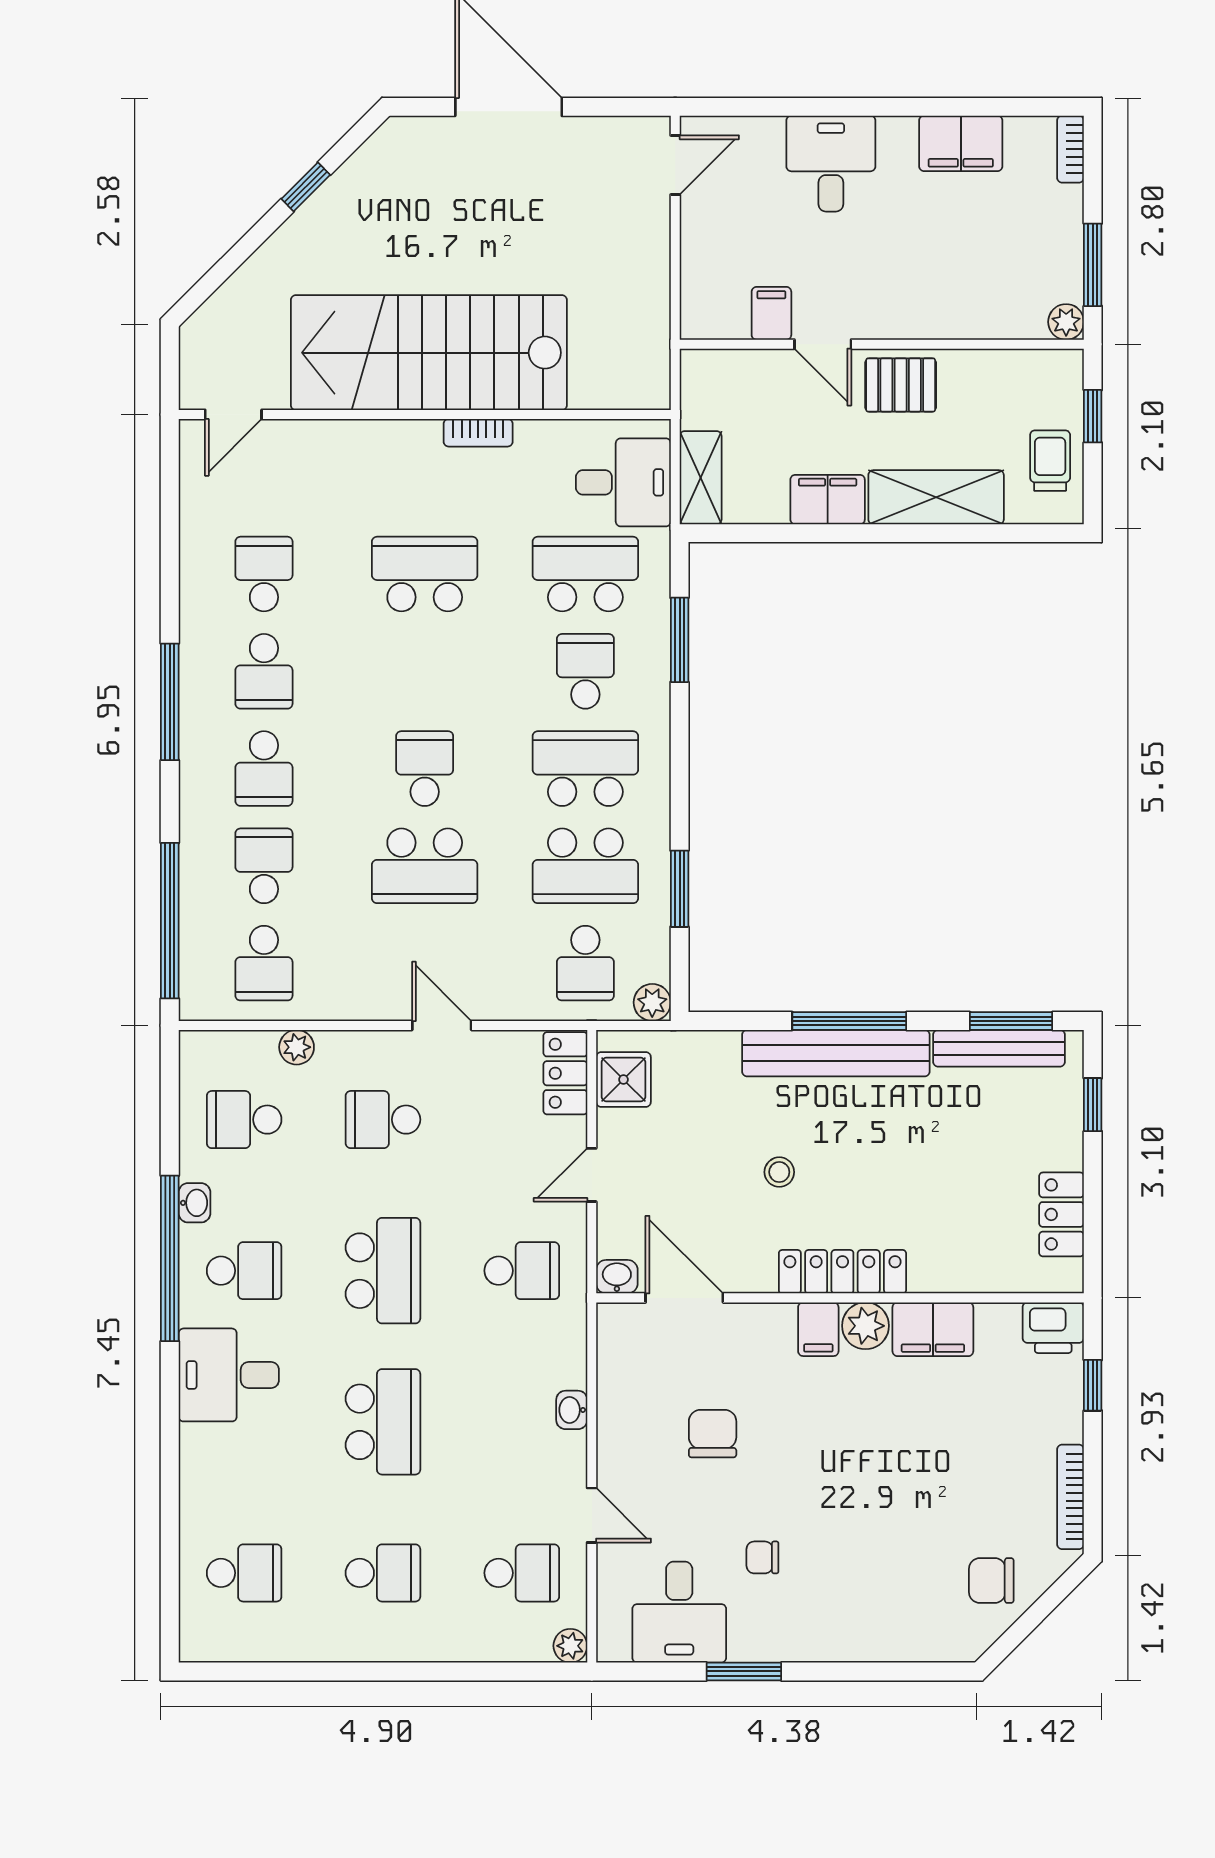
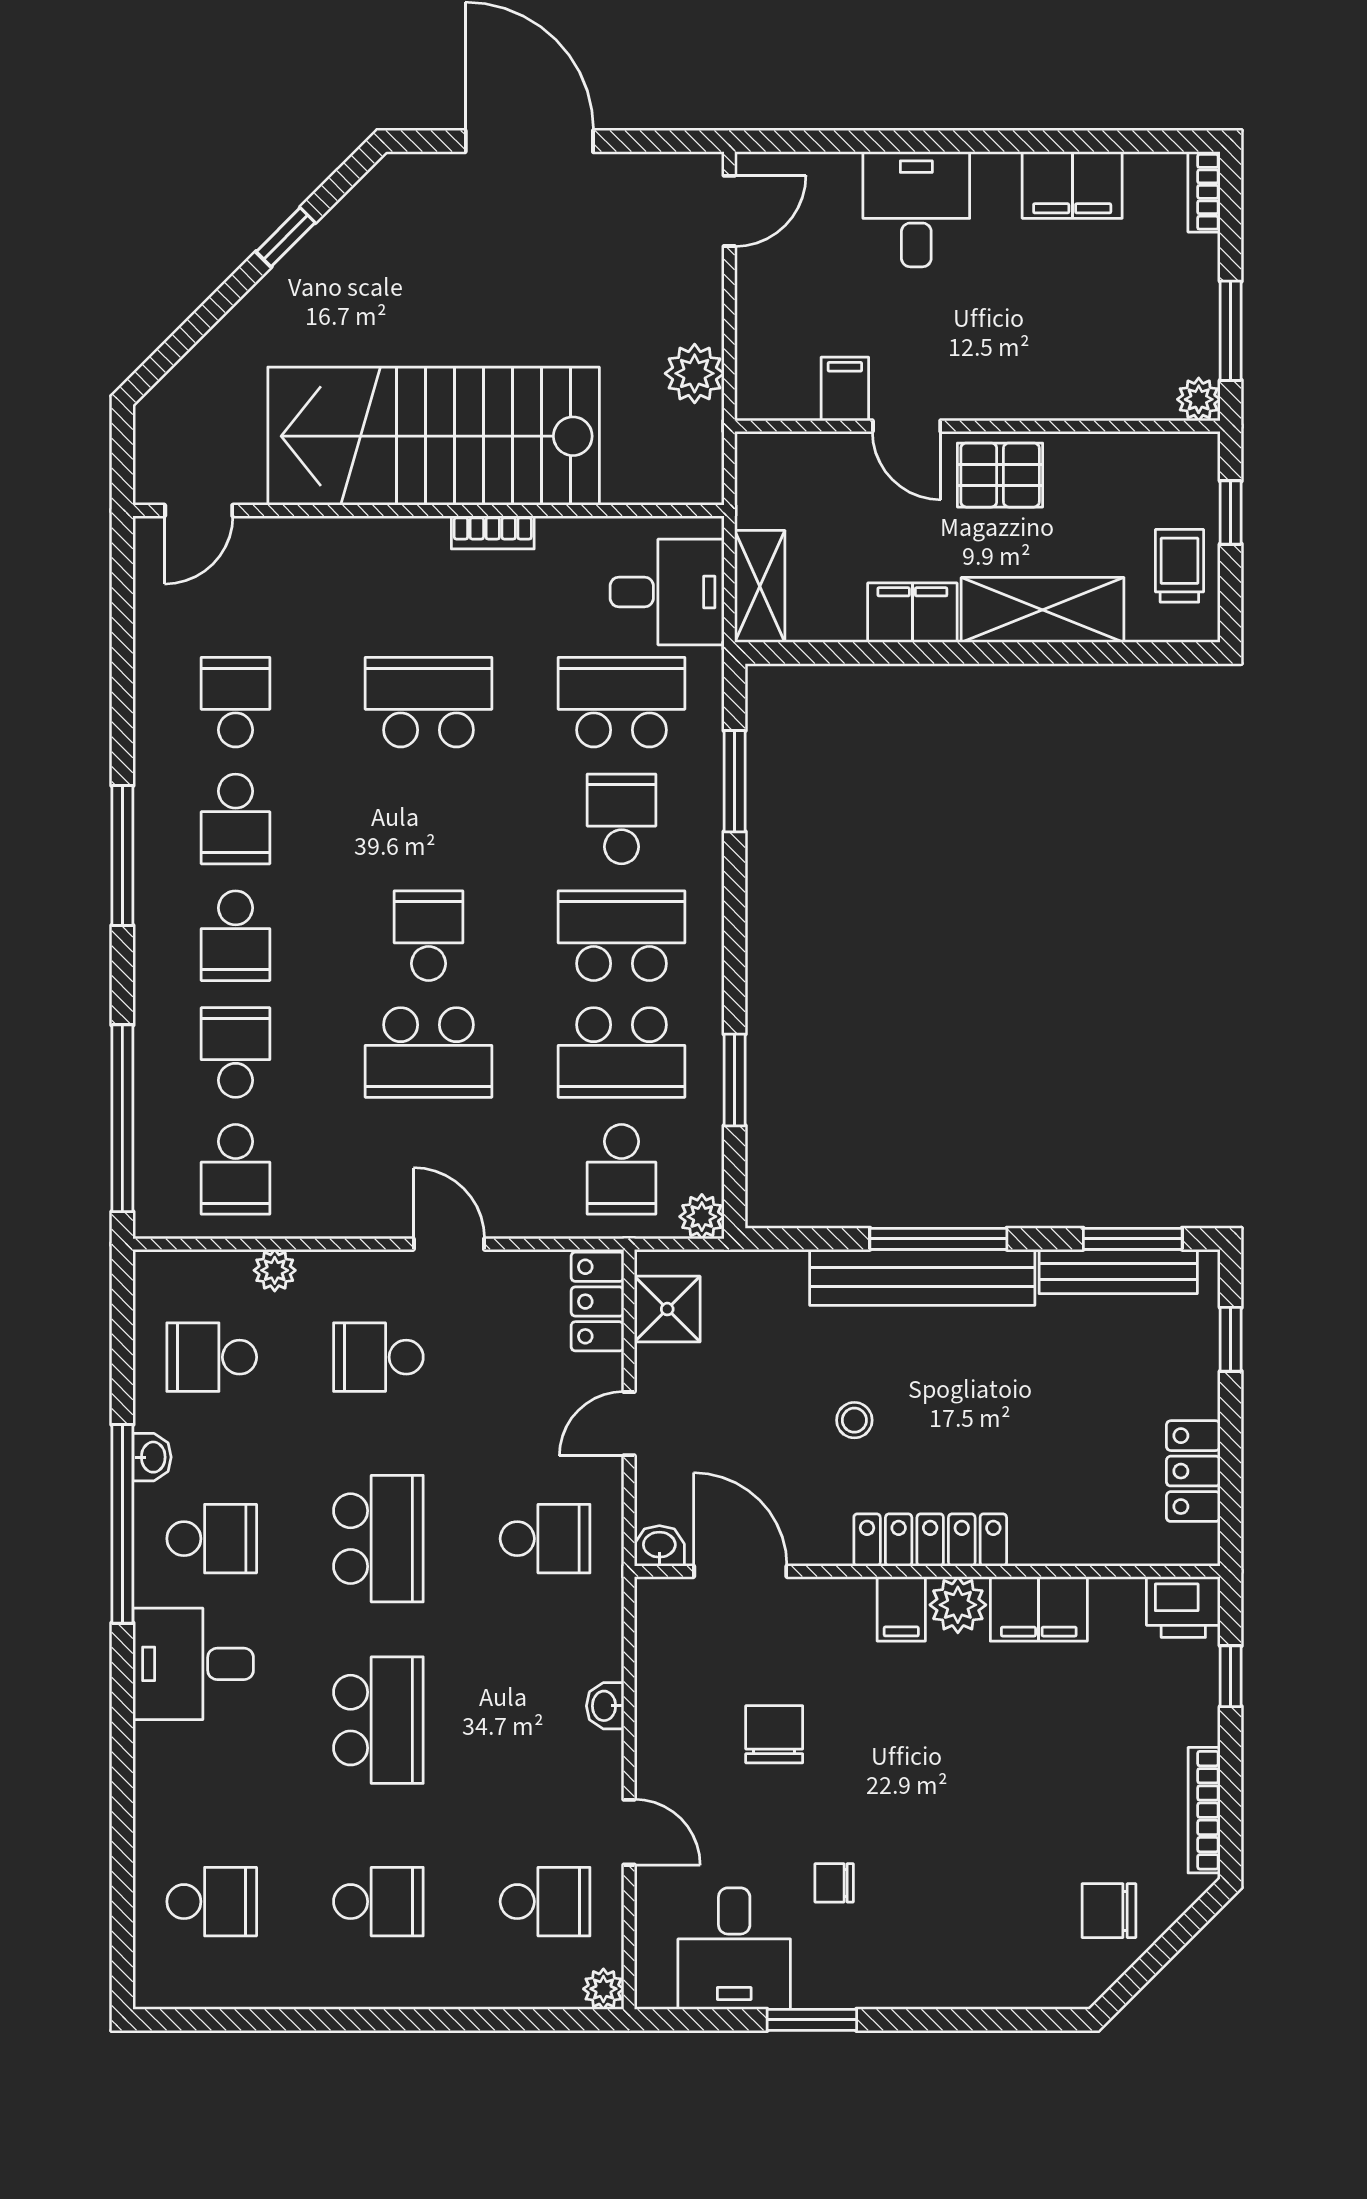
plant: (646, 300) -> (695, 373), added

